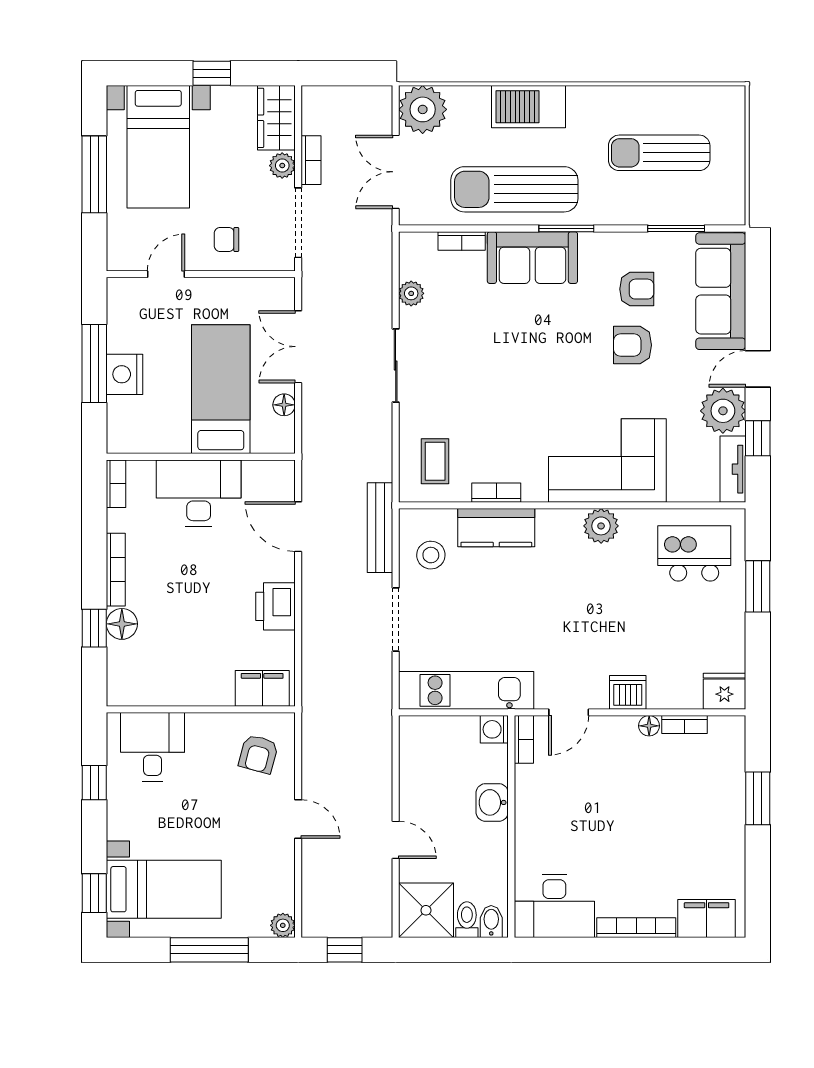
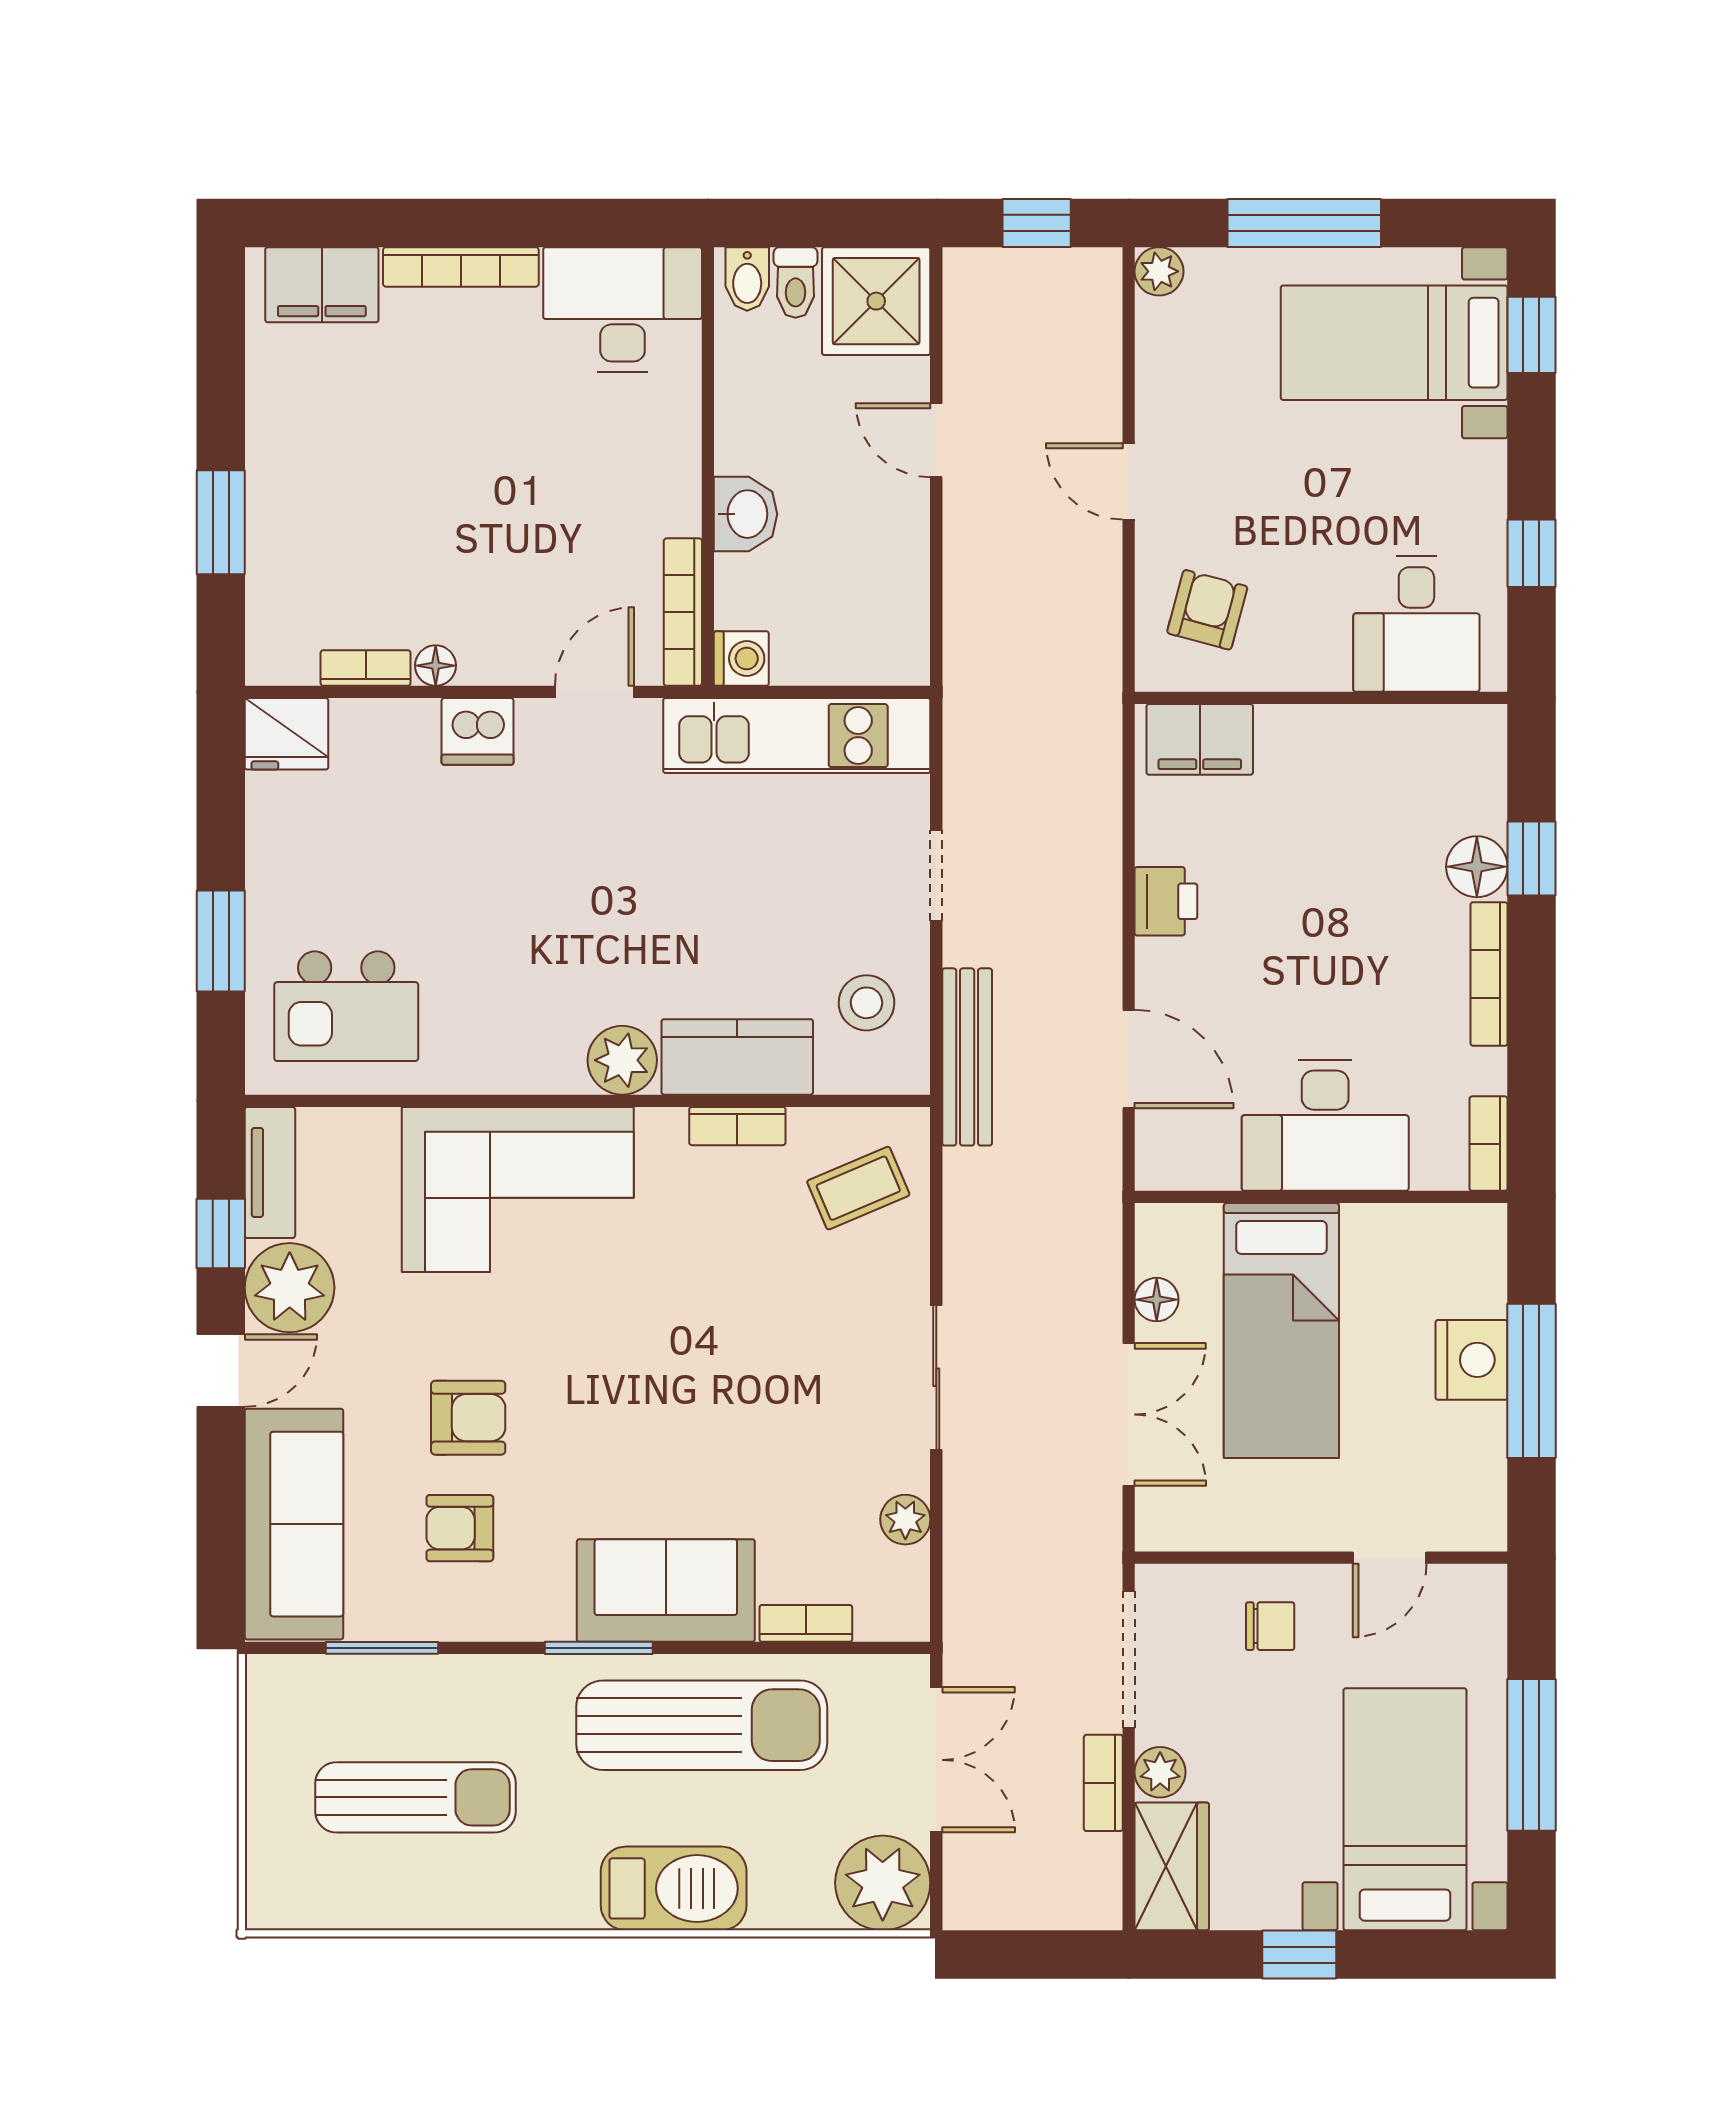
coffee table: (435, 461) -> (858, 1188), turned 67
plant: (601, 526) -> (622, 1060), moved
printer: (275, 606) -> (1166, 901), width x0.73, depth x0.81
doorway: (396, 619) -> (936, 876), width x0.73
bookcase: (524, 739) -> (683, 612), width x1.56

